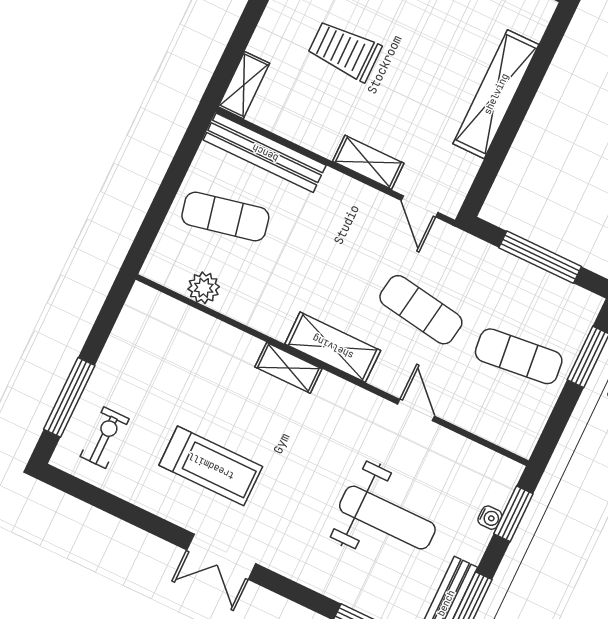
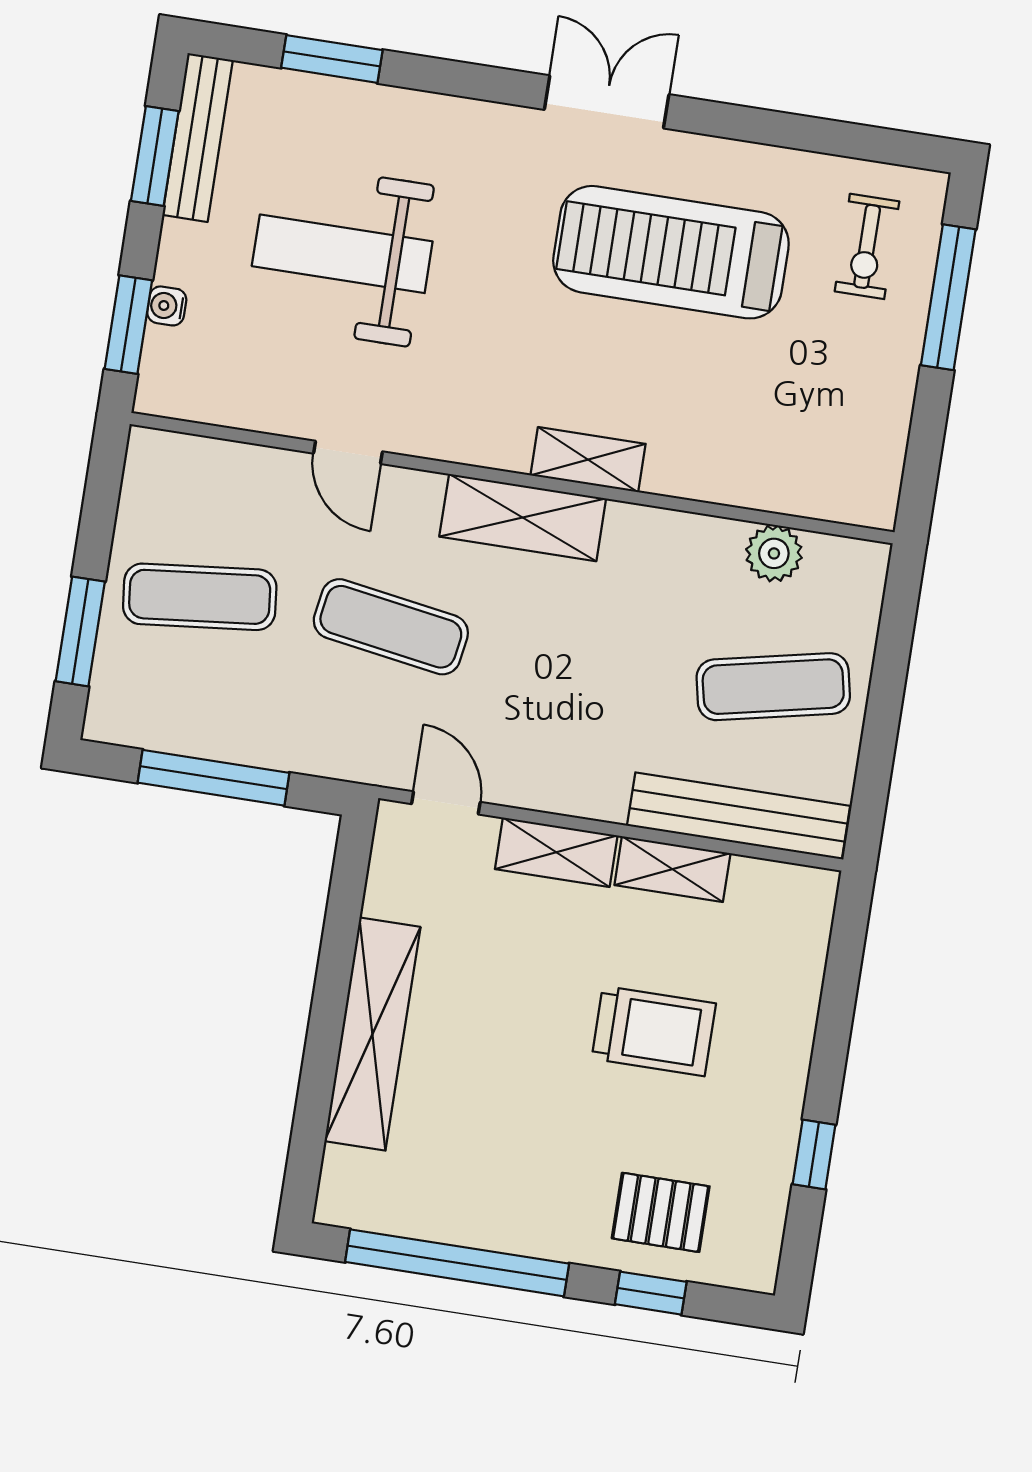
shelving: (244, 85) -> (672, 869), moved, turned 90
treadmill: (211, 466) -> (671, 252), width x1.37, depth x1.38

